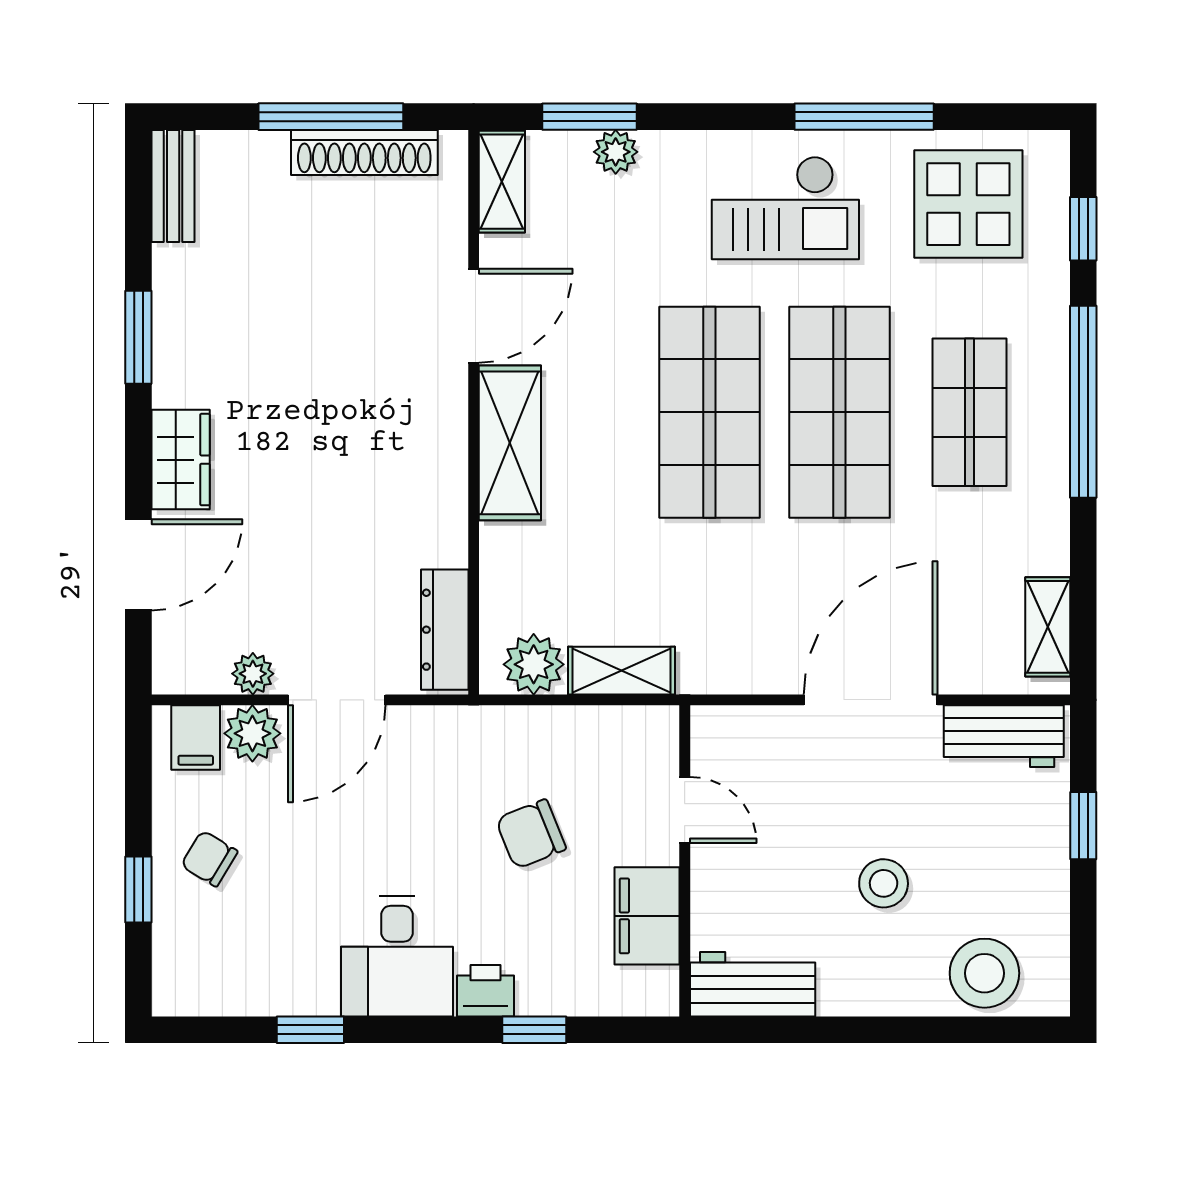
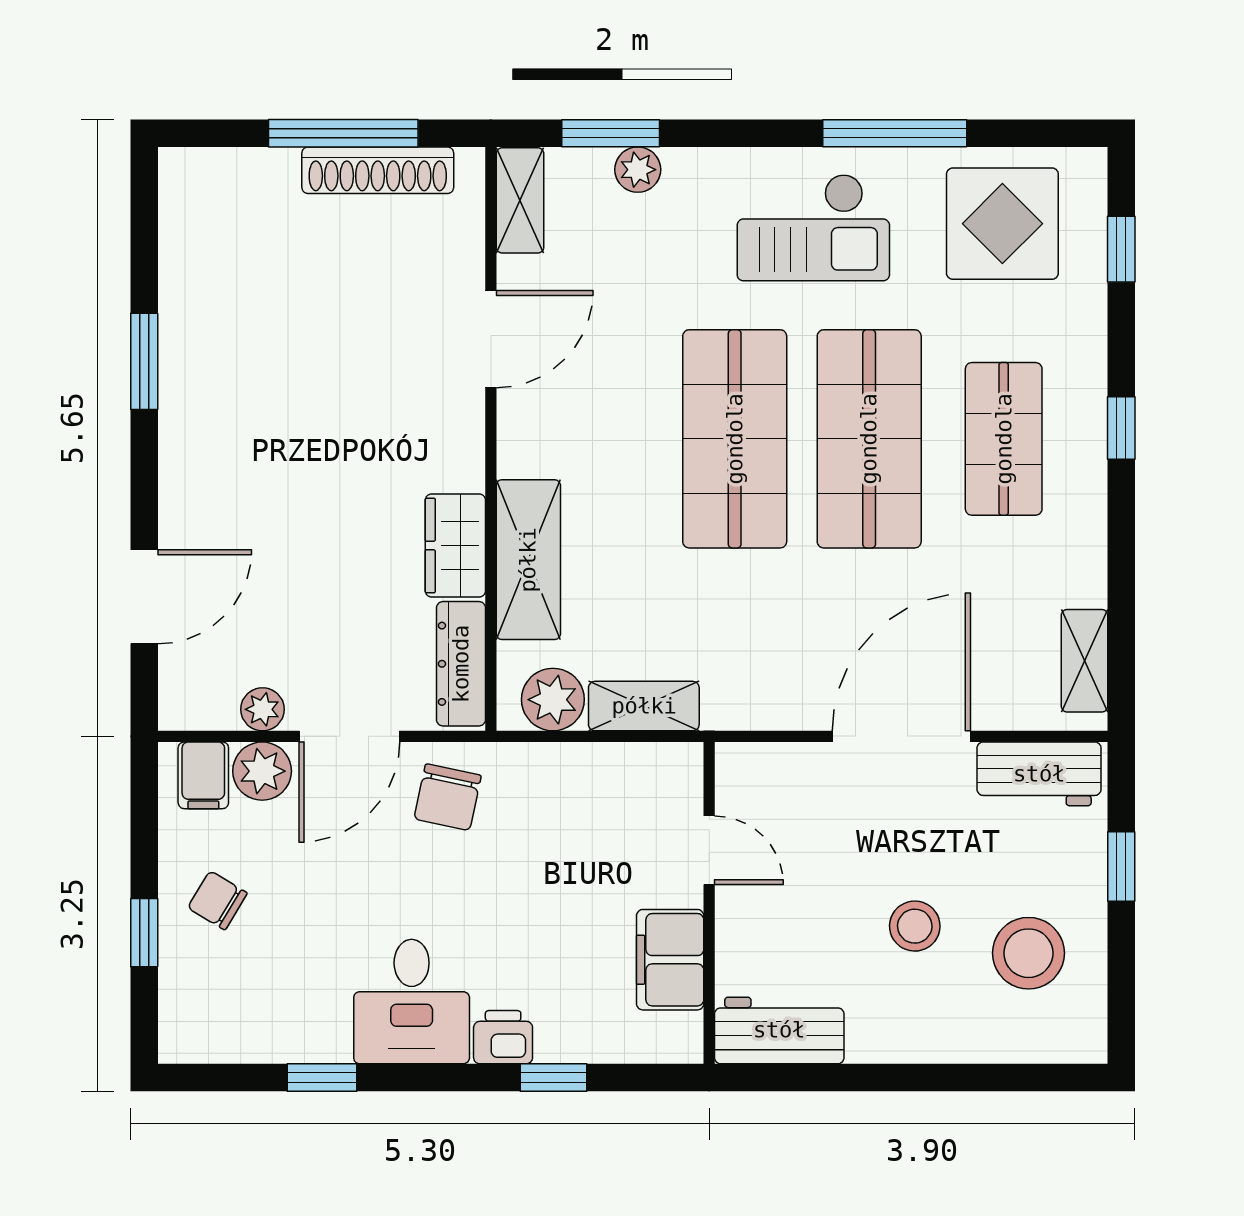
bench: (173, 186) -> (180, 205), removed
window: (1083, 402) -> (1121, 428), width x0.32
shelving: (510, 443) -> (528, 560), moved
wardrobe: (181, 460) -> (455, 546), moved, turned 180
chair: (531, 834) -> (448, 797), moved, turned -56
stool: (984, 973) -> (1028, 953), moved

